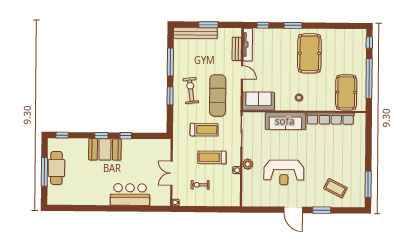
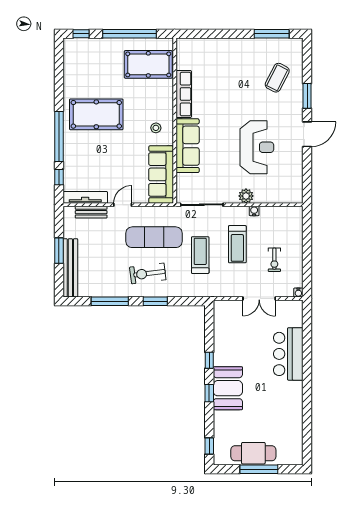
window: (293, 25) -> (59, 137), width x2.11
sofa: (259, 101) -> (161, 174), width x1.36
row of seats: (330, 119) -> (184, 94), width x0.73

